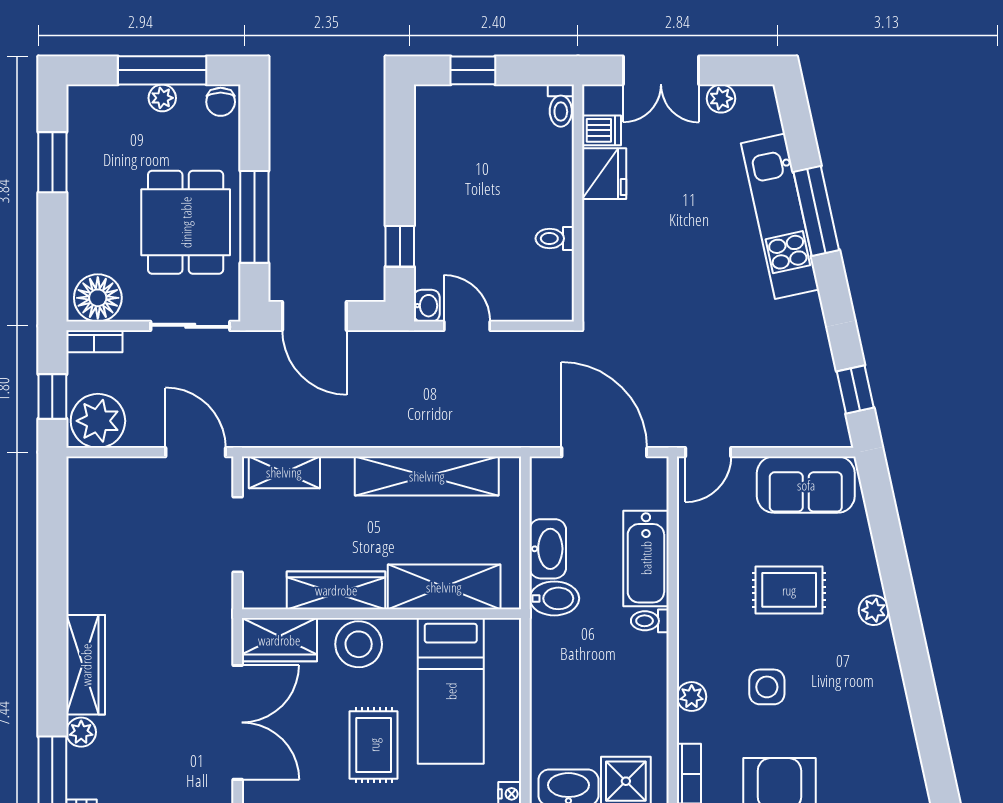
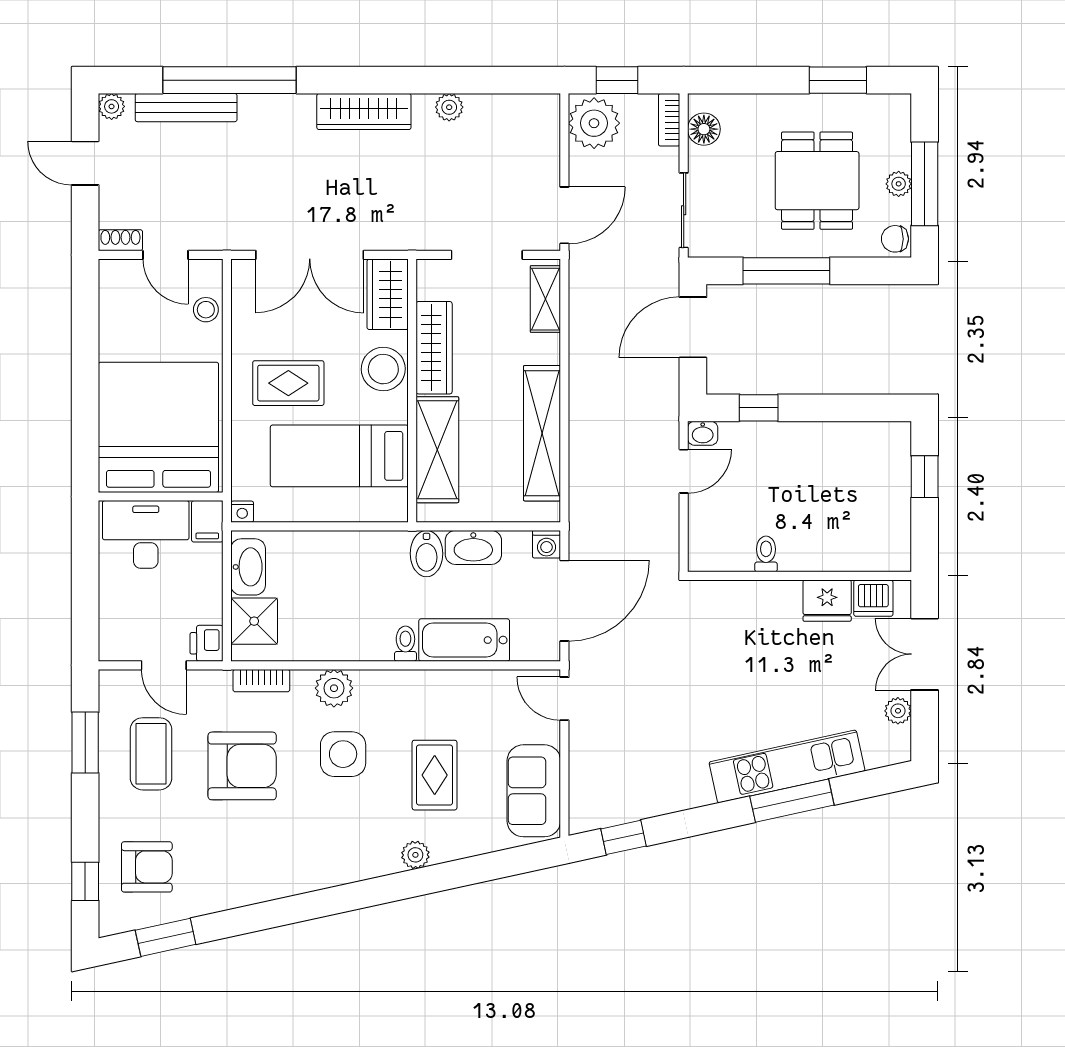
toilet: (561, 106) -> (891, 560), removed
dishwasher: (602, 130) -> (873, 598), width x1.38
dining table: (186, 222) -> (817, 181), moved, turned 90
floor lamp: (98, 298) -> (704, 129), width x0.73, depth x0.73
washing machine: (544, 471) -> (547, 544), added
side table: (767, 687) -> (343, 754), width x1.37, depth x1.37
plant: (692, 697) -> (334, 688), width x1.38, depth x1.38
plant: (81, 732) -> (449, 107), moved

